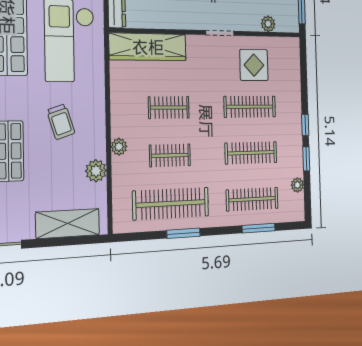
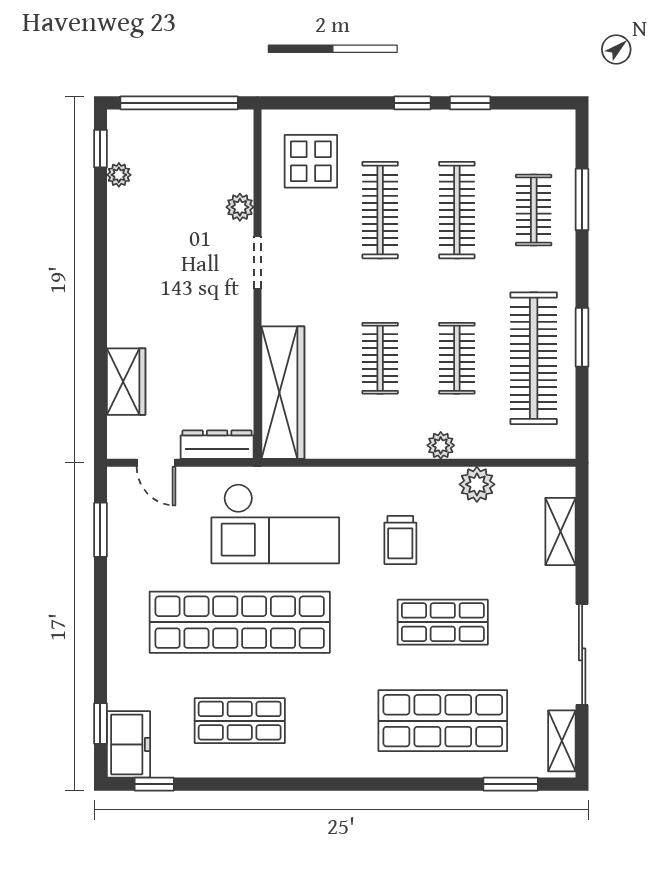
plant: (268, 24) -> (240, 207), moved
display table: (254, 65) -> (311, 161), moved
trolley: (61, 122) -> (400, 540), turned 108
plant: (297, 185) -> (514, 122), removed
clothes rail: (252, 199) -> (534, 210), width x0.73
shelving: (68, 223) -> (560, 531), width x0.67, depth x0.75

